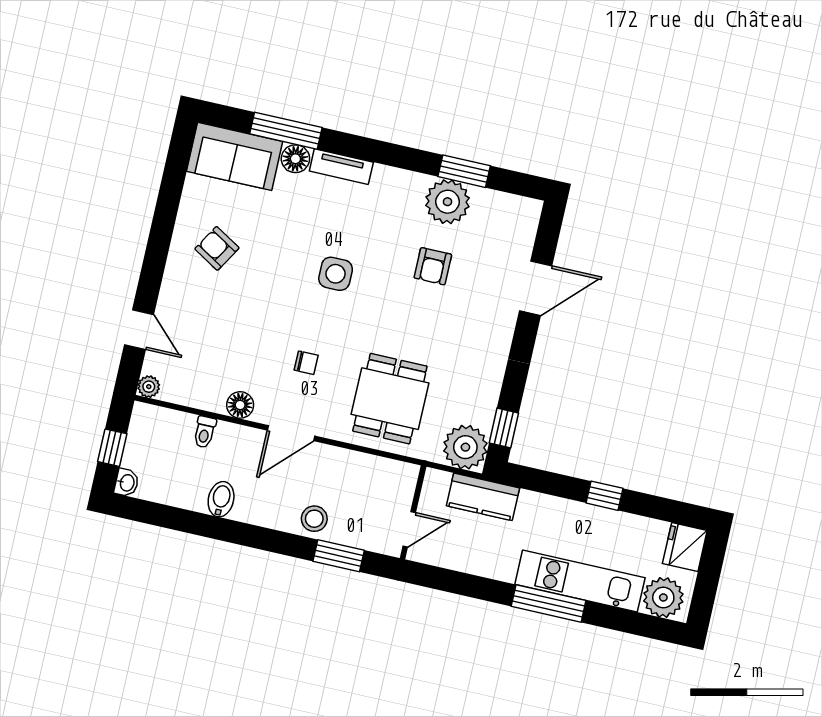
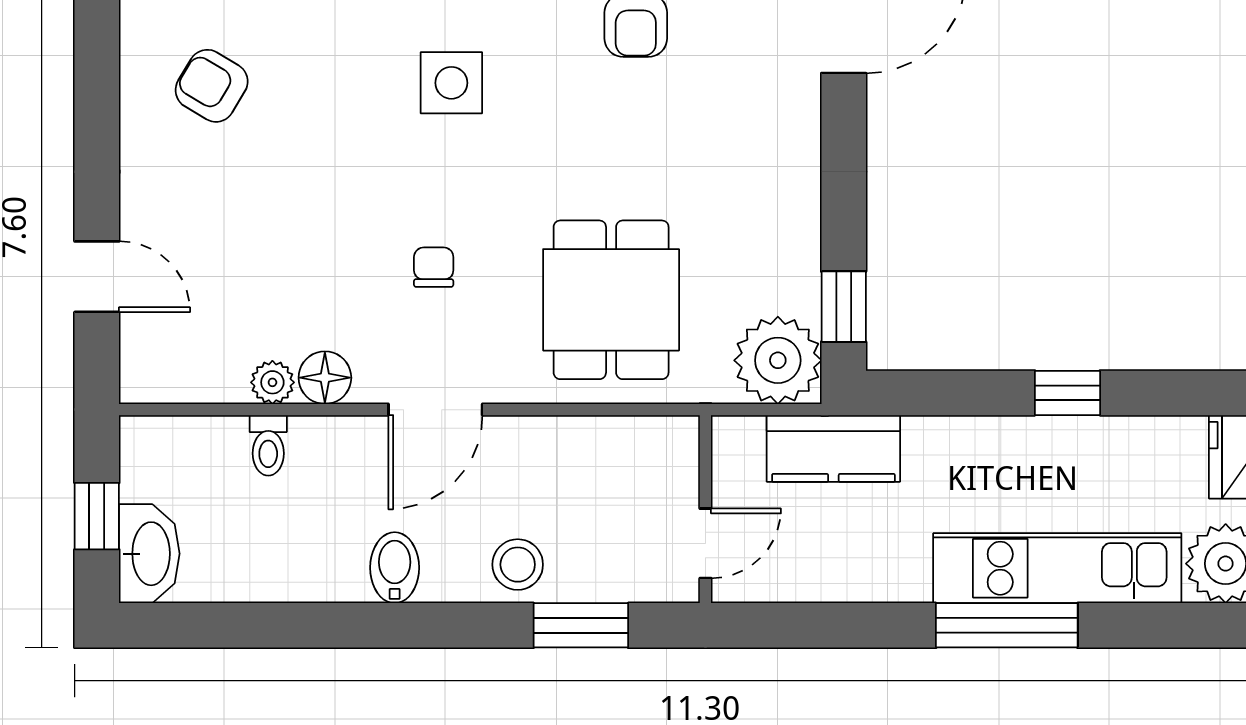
chair: (306, 363) -> (434, 267), turned -90
plant: (149, 387) -> (272, 382), moved
washbasin: (127, 483) -> (149, 554), width x1.91, depth x1.45
bidet: (221, 499) -> (395, 568), moved

